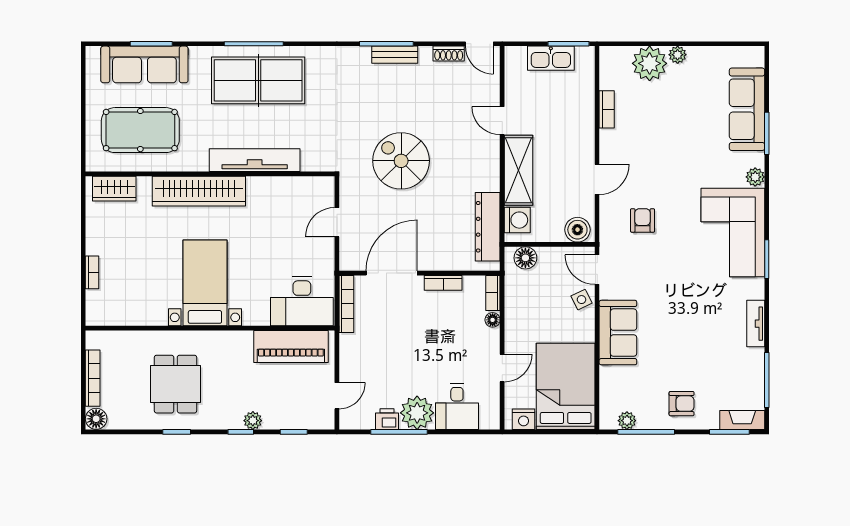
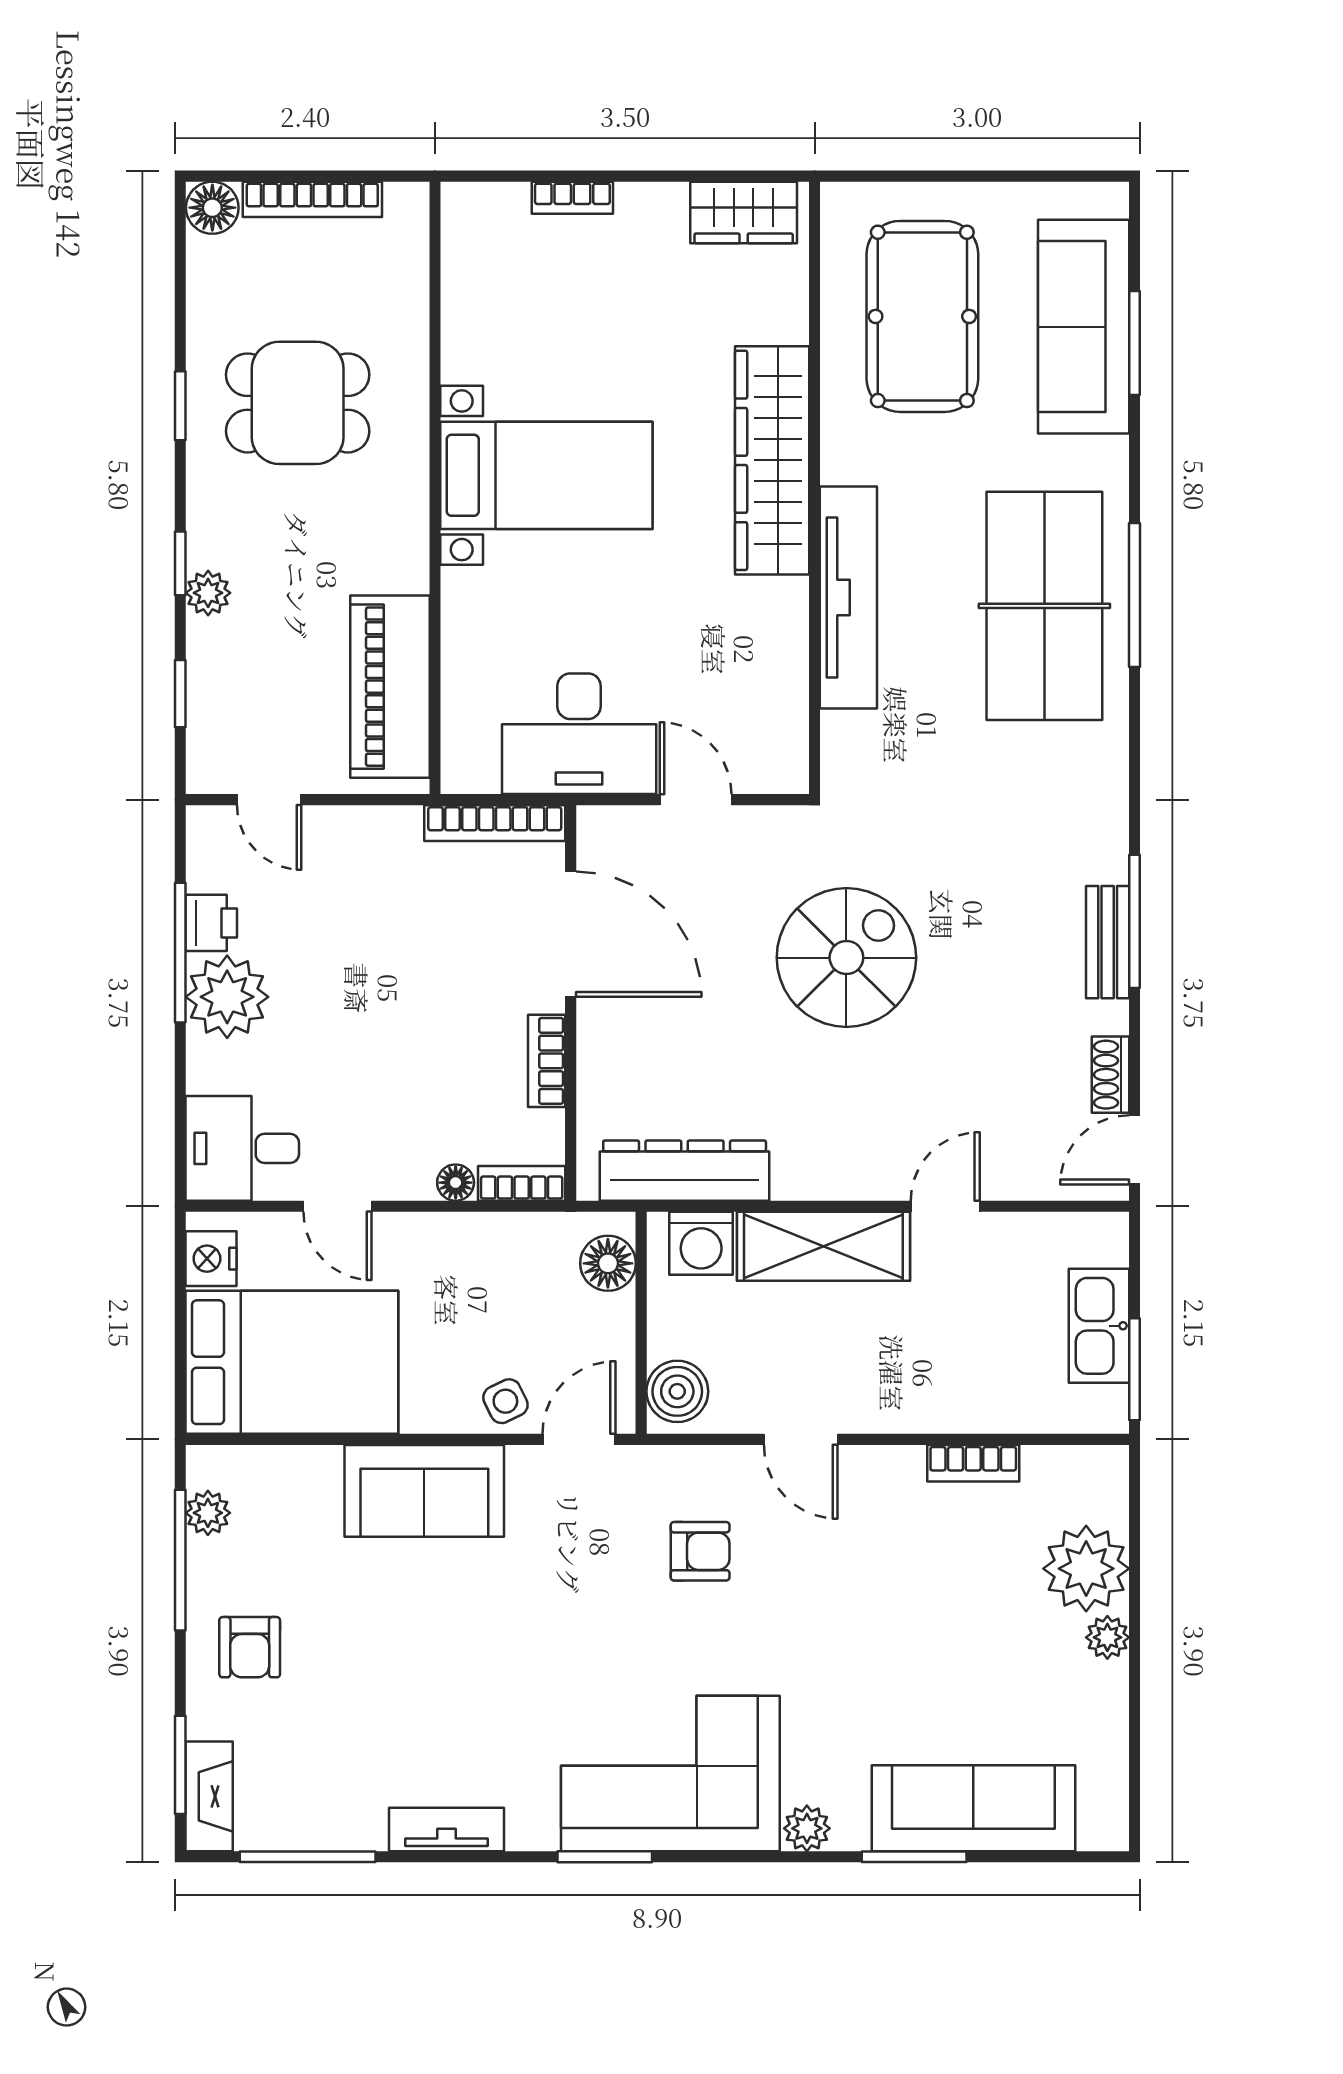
wardrobe: (114, 189) -> (744, 212), moved, turned -90
desk: (302, 301) -> (579, 734), moved, turned -90
desk: (457, 407) -> (242, 1148), moved

